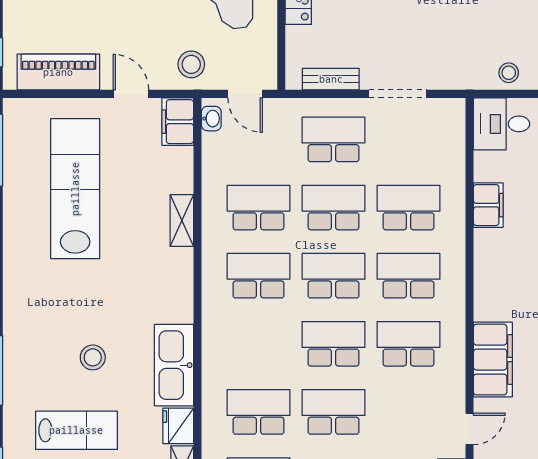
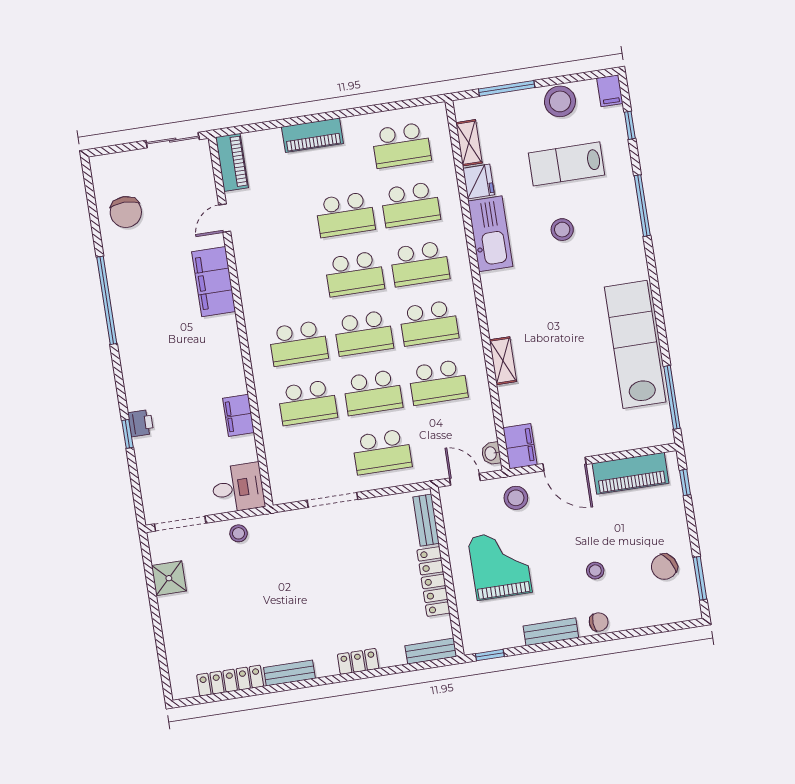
bench: (331, 79) -> (426, 520), moved, turned 90
door: (131, 94) -> (564, 464), width x1.38
lab bench: (75, 189) -> (635, 344), moved, turned 180
school desk: (408, 344) -> (420, 264), moved

